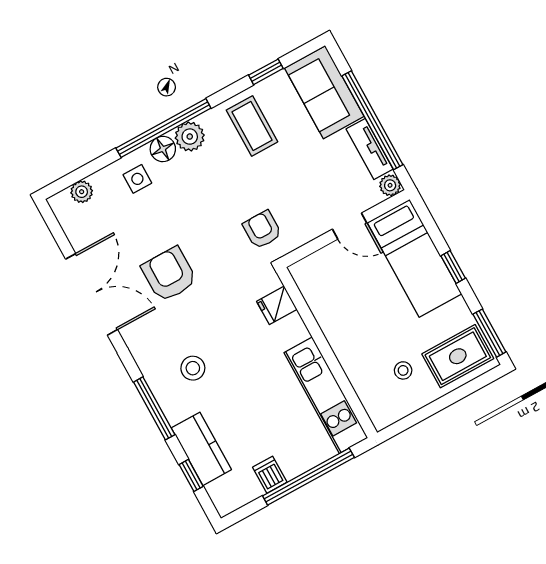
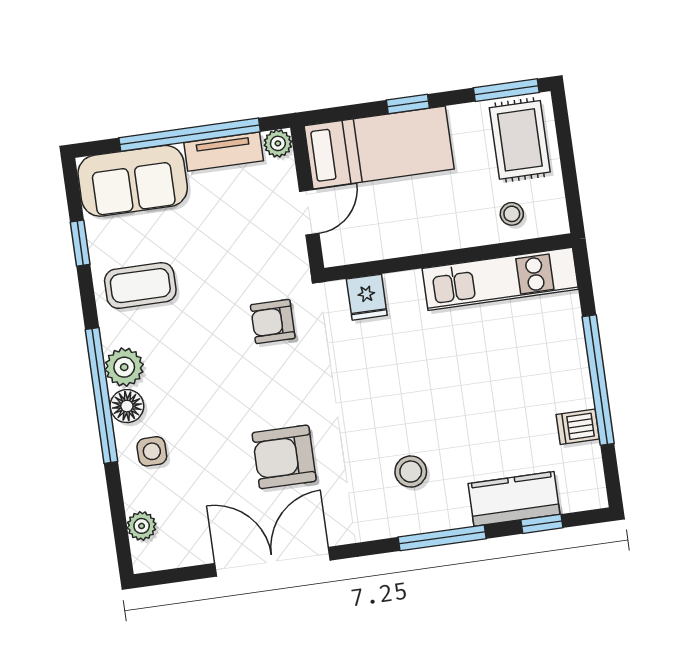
fridge: (277, 305) -> (367, 297), moved
wall: (327, 353) -> (448, 258), moved
kitchen unit: (326, 395) -> (500, 279), moved

